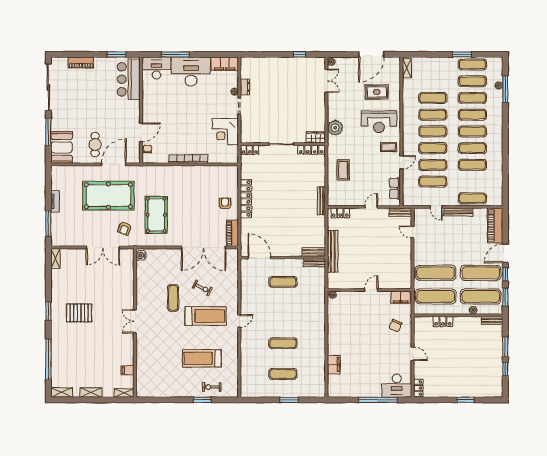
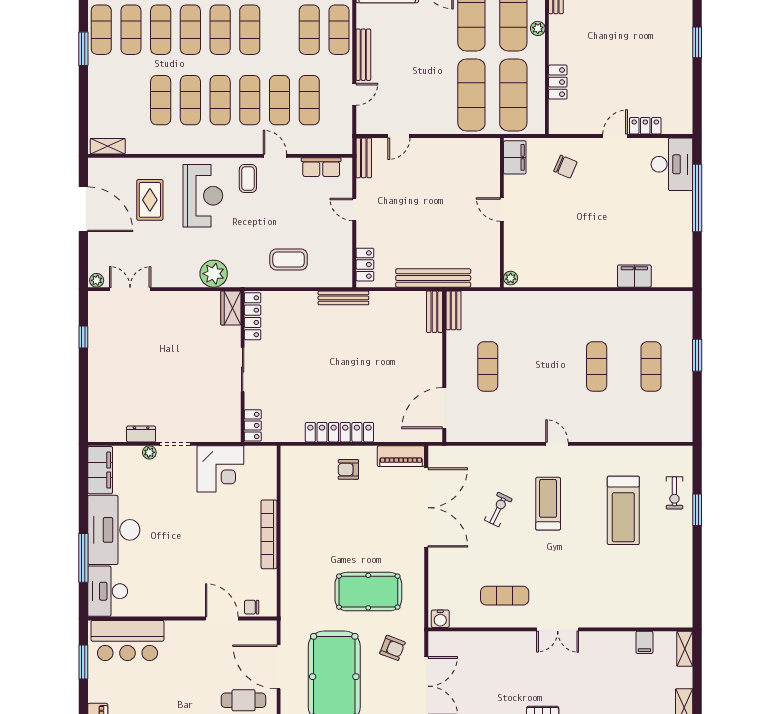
exercise mat: (472, 165) -> (309, 30), moved
exercise mat: (173, 298) -> (505, 596), moved
treadmill: (206, 316) -> (548, 504), width x0.73, depth x0.73
locker: (418, 388) -> (645, 126), moved

